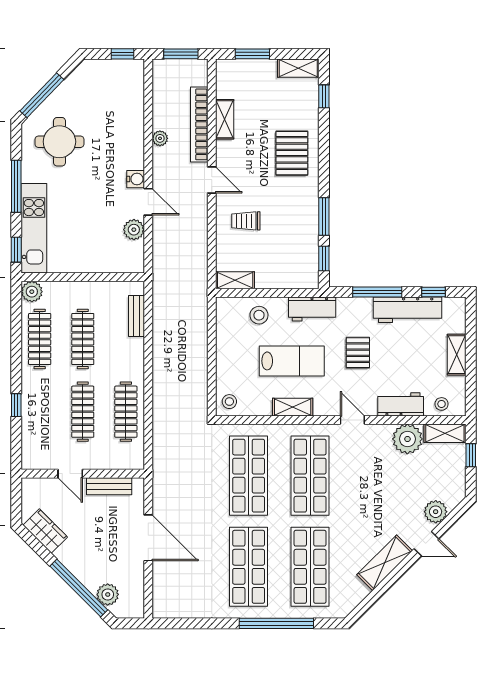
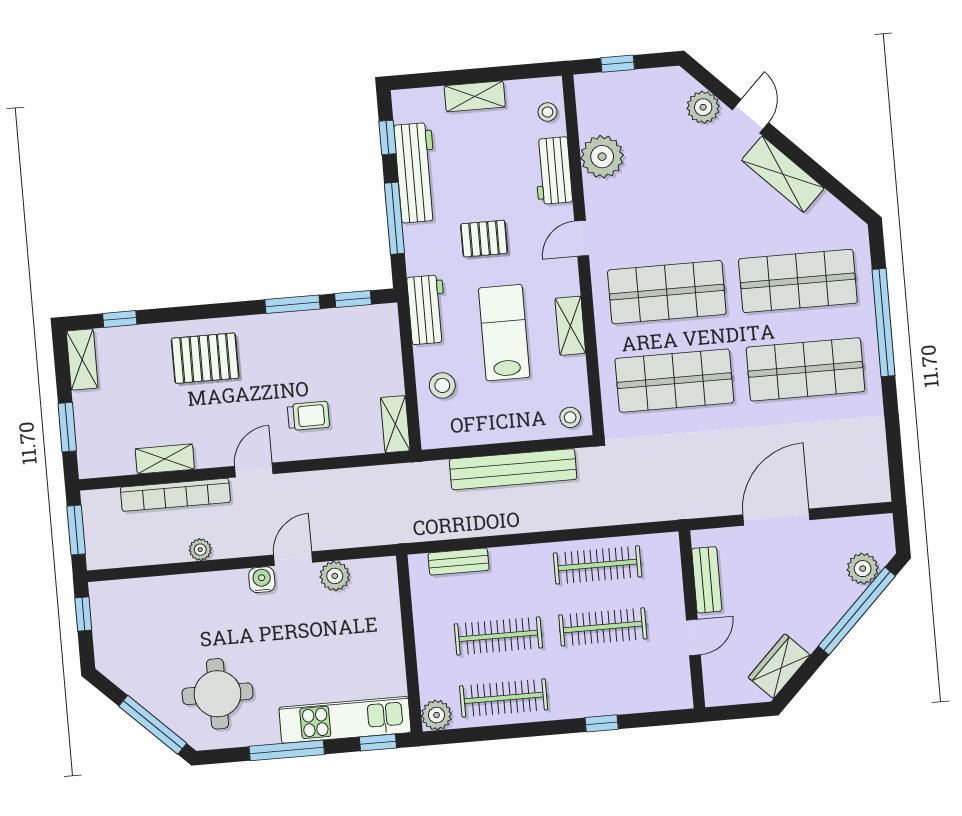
trolley: (246, 221) -> (308, 416), turned -90
bench: (197, 359) -> (513, 469), added
shelving: (445, 433) -> (589, 103), removed

